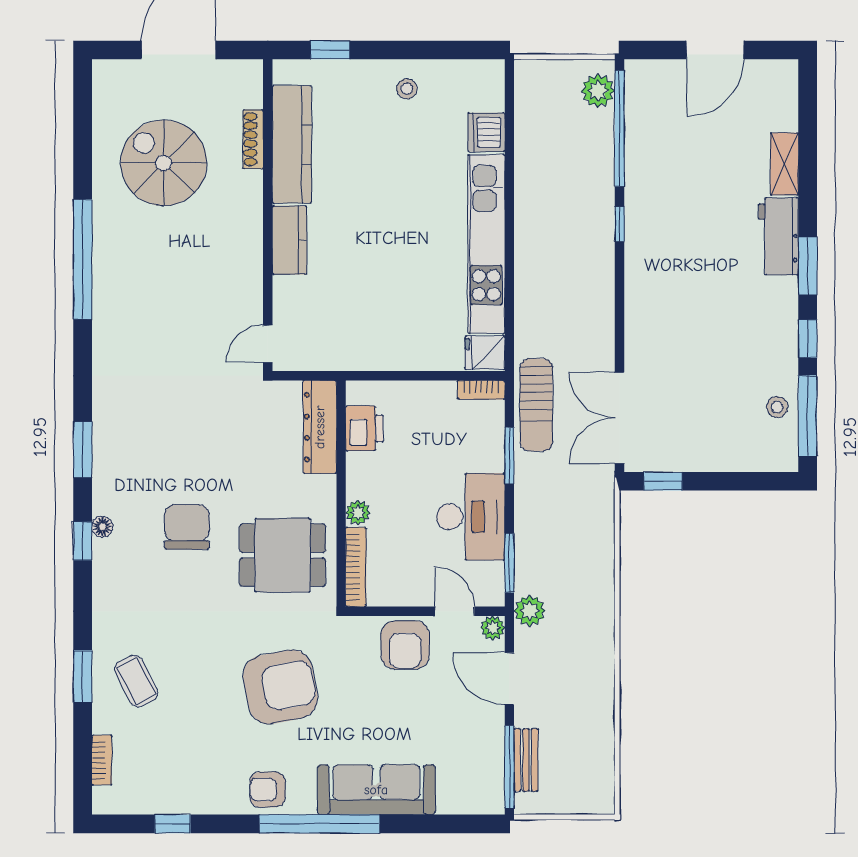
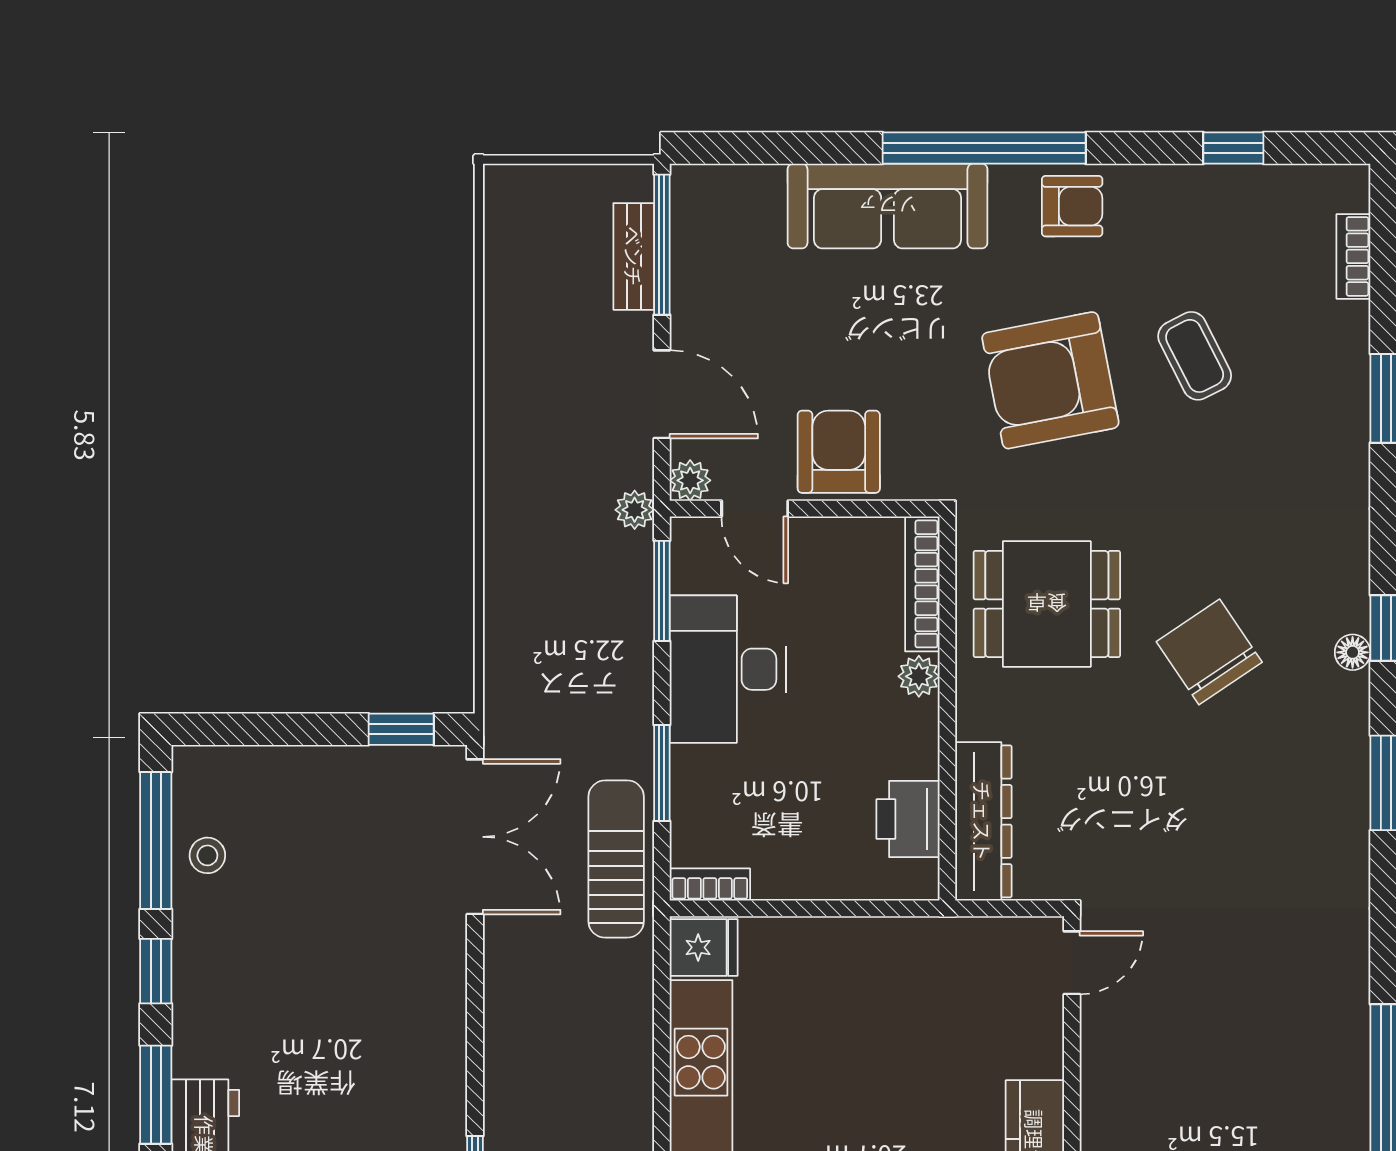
chair: (187, 527) -> (1209, 652), turned 146
plant: (530, 611) -> (635, 510), width x0.73, depth x0.73
coffee table: (136, 681) -> (1195, 356), moved

